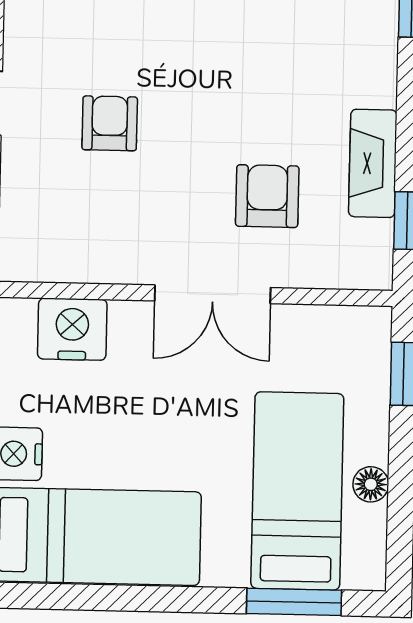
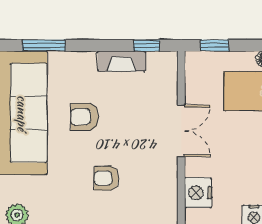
armchair: (267, 196) -> (85, 117), moved

